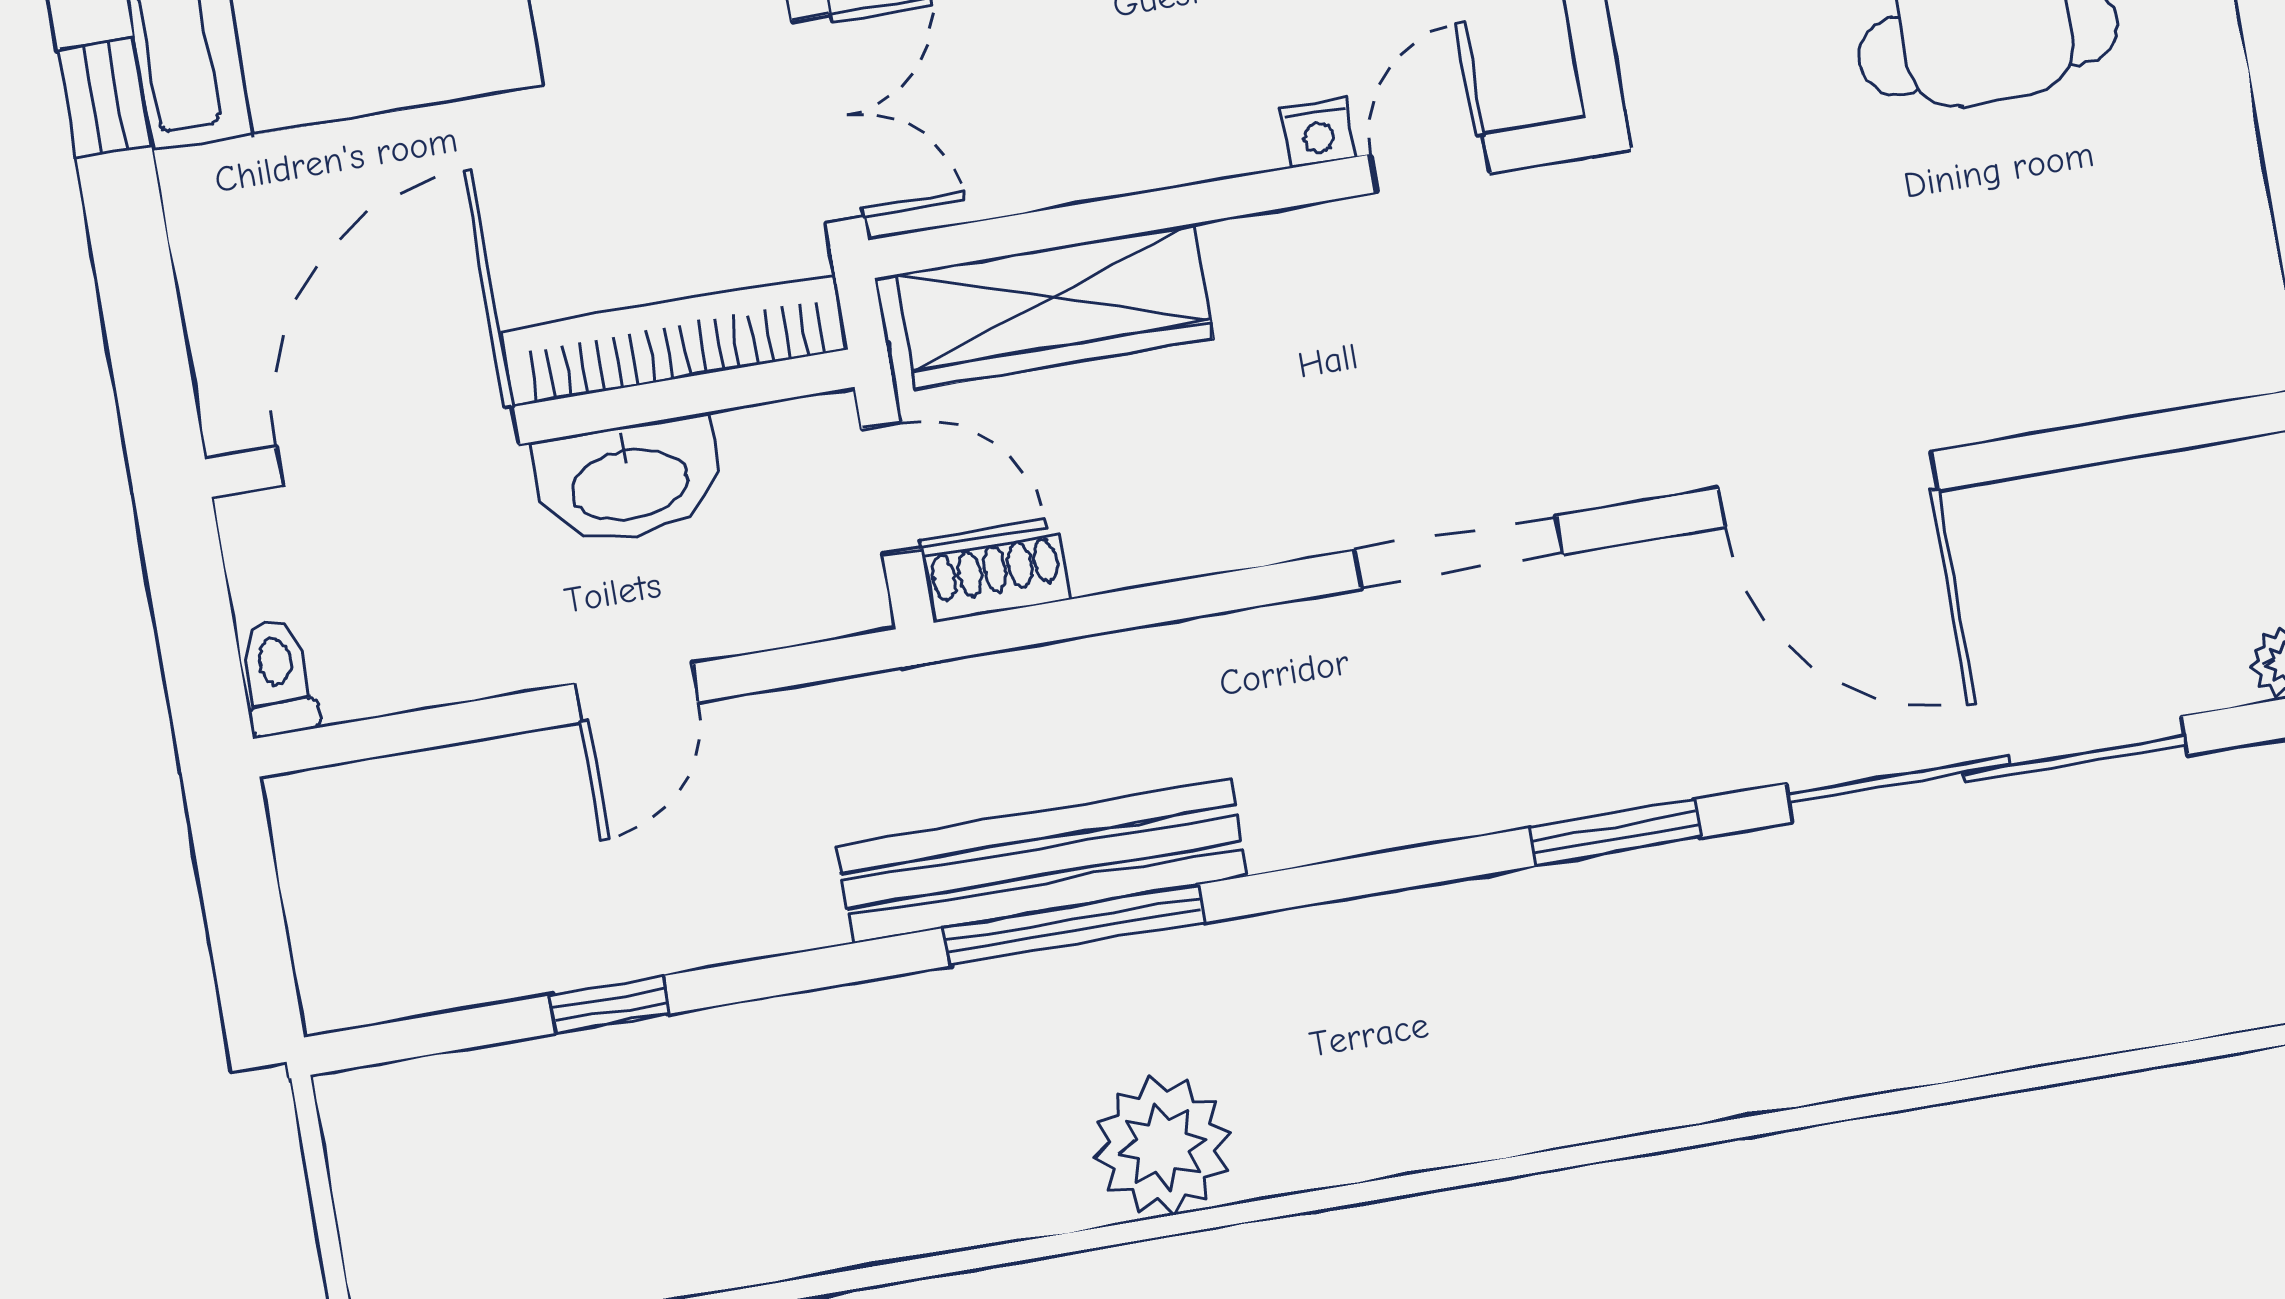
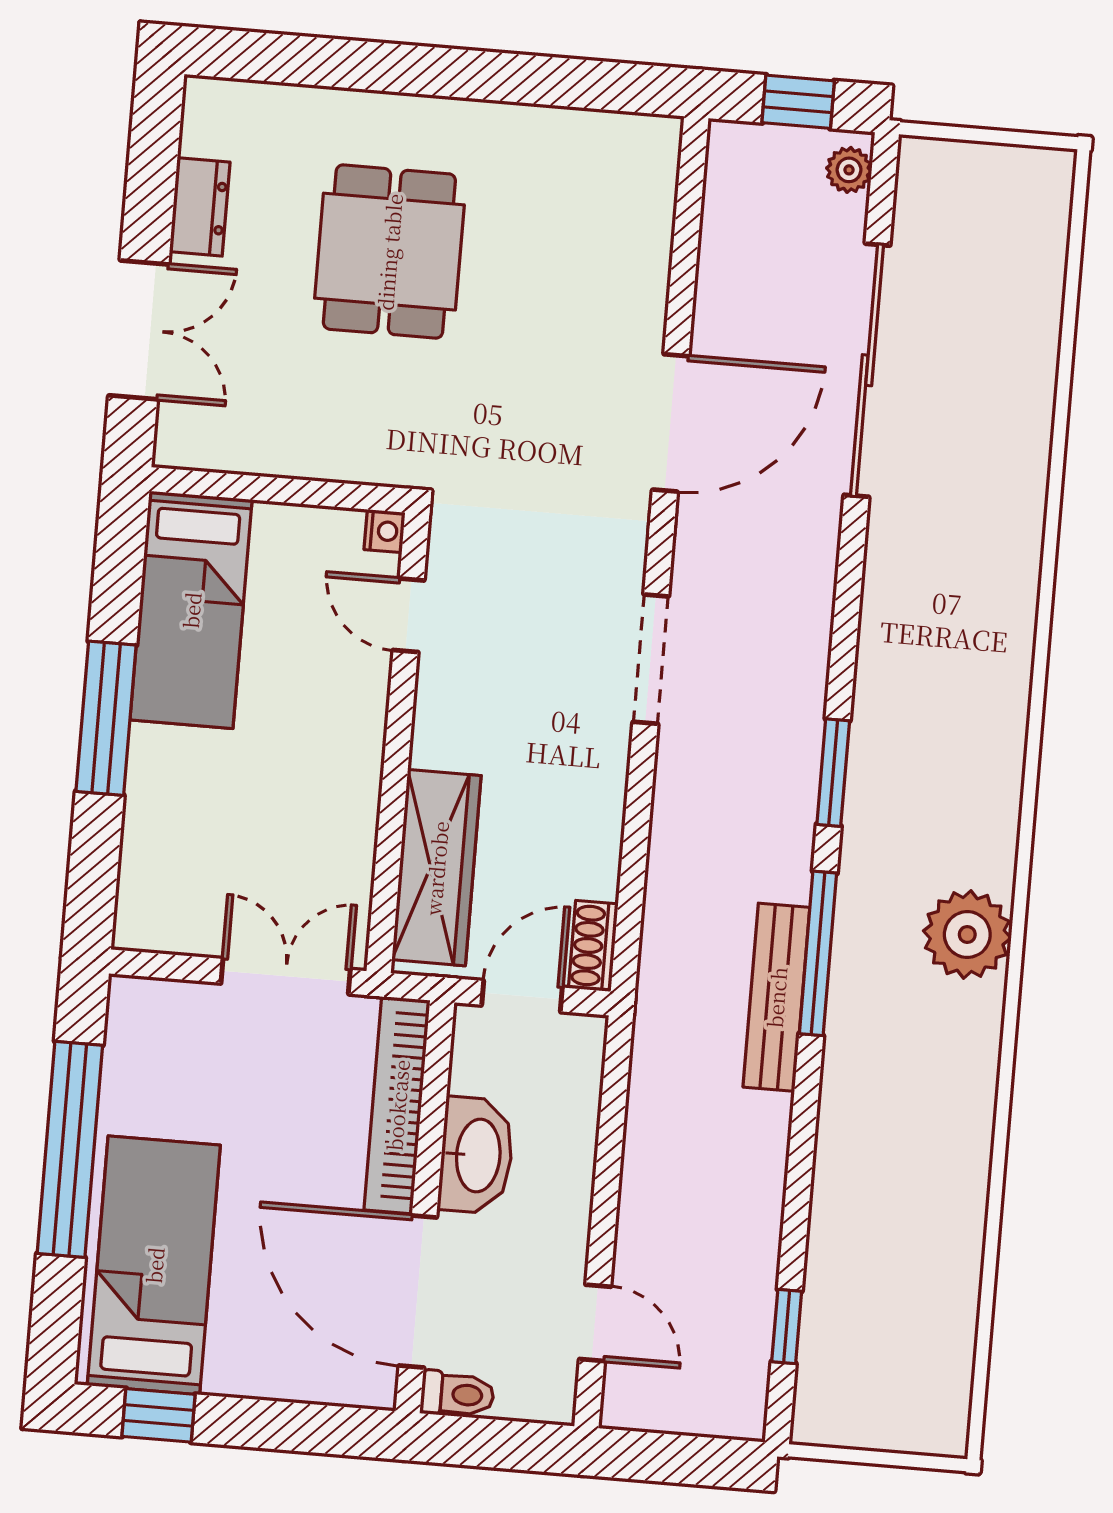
nightstand: (1318, 133) -> (385, 531), moved
toilet: (278, 677) -> (457, 1394), moved, turned 180
door: (636, 693) -> (595, 1323), moved
window: (1615, 833) -> (833, 773), moved
bench: (1042, 861) -> (776, 997), width x0.73, depth x0.82
window: (609, 1005) -> (787, 1326), moved

